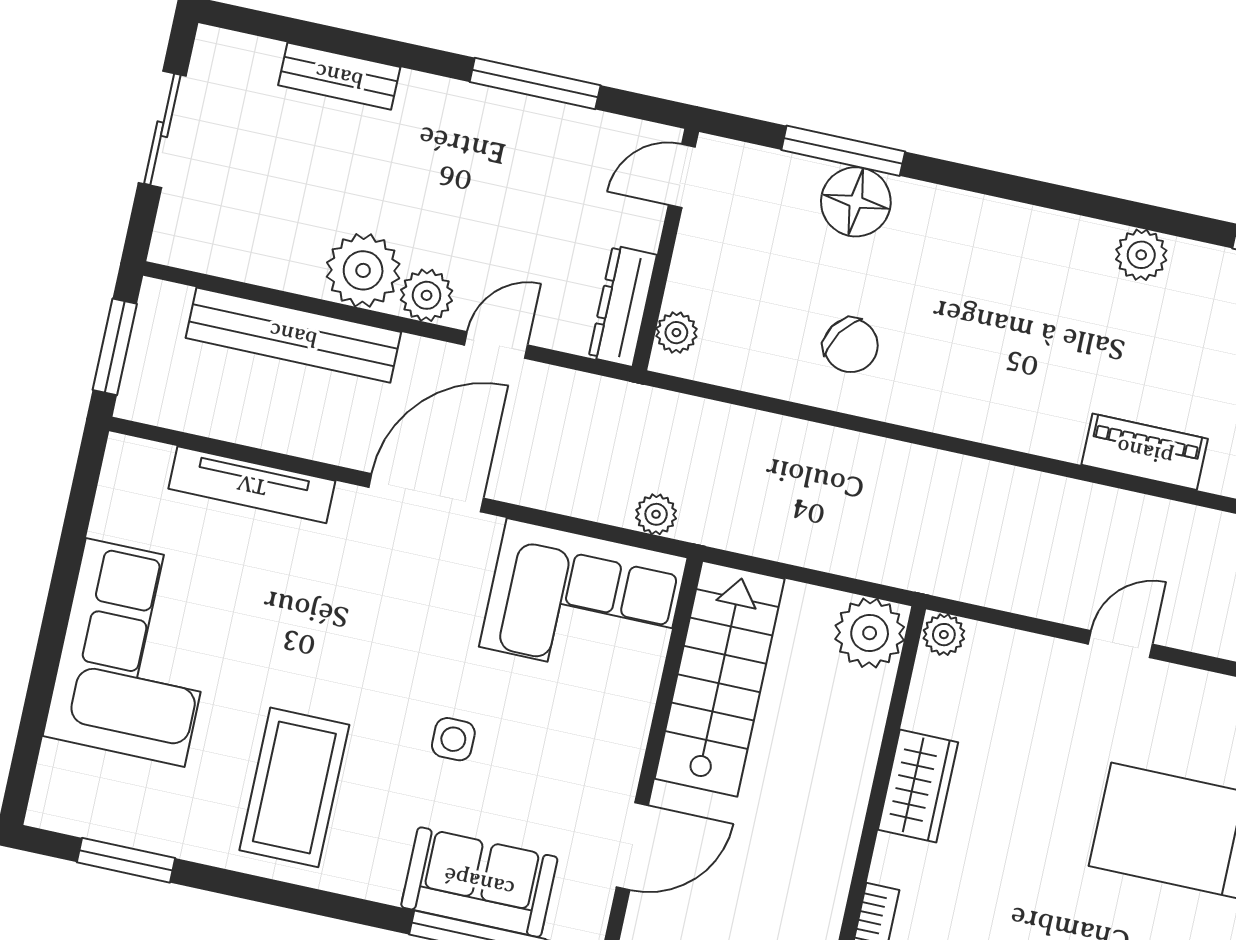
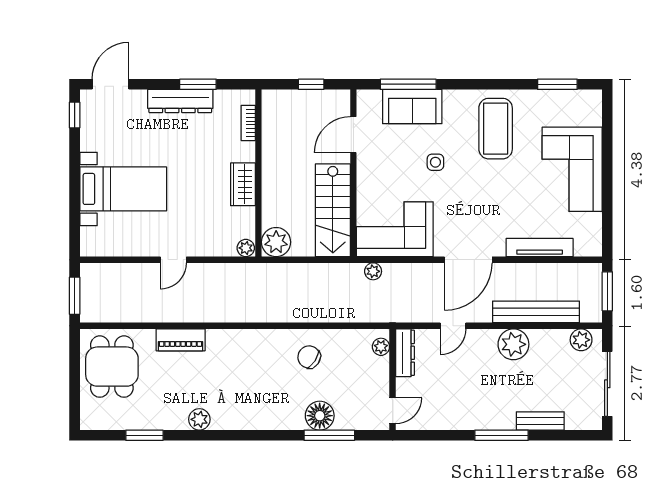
window: (535, 84) -> (502, 435), moved
sliding door: (162, 129) -> (607, 384), width x1.37
plant: (427, 295) -> (581, 340), moved

